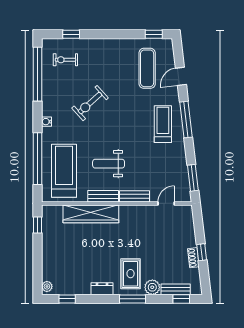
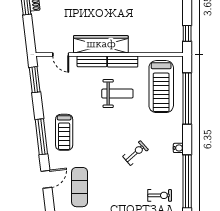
exercise bike: (90, 103) -> (136, 153), width x0.73, depth x0.72
water cooler: (47, 122) -> (178, 148), moved
door: (166, 203) -> (61, 54), hinge flipped
wardrobe: (91, 214) -> (101, 44), moved

